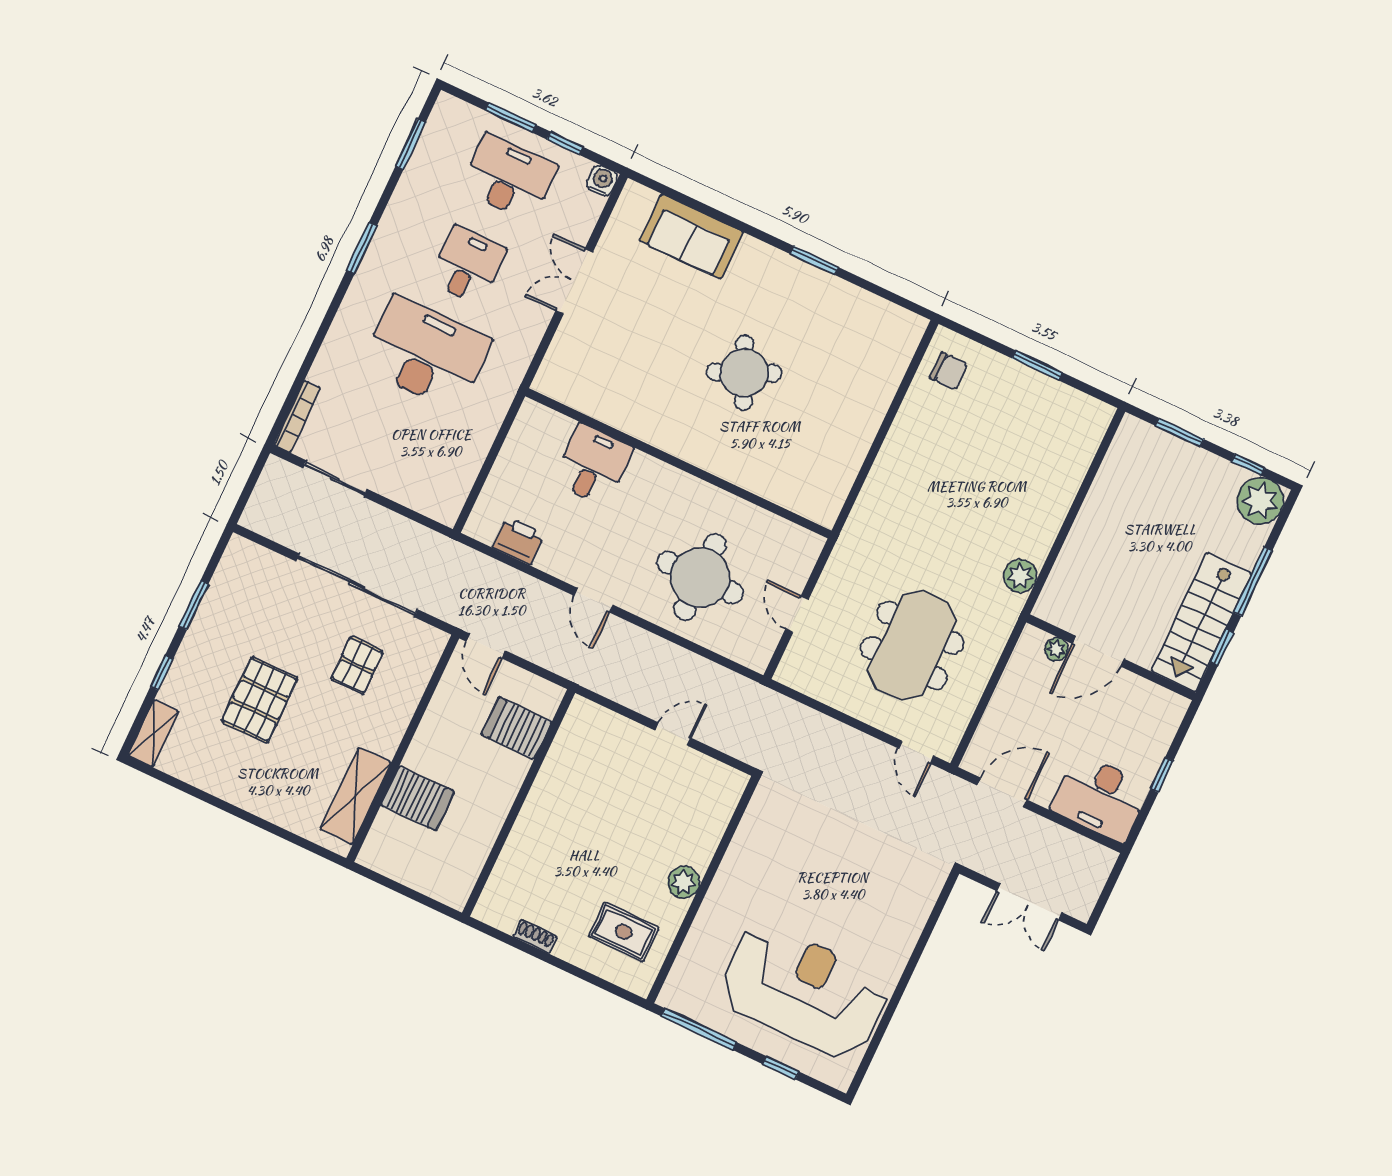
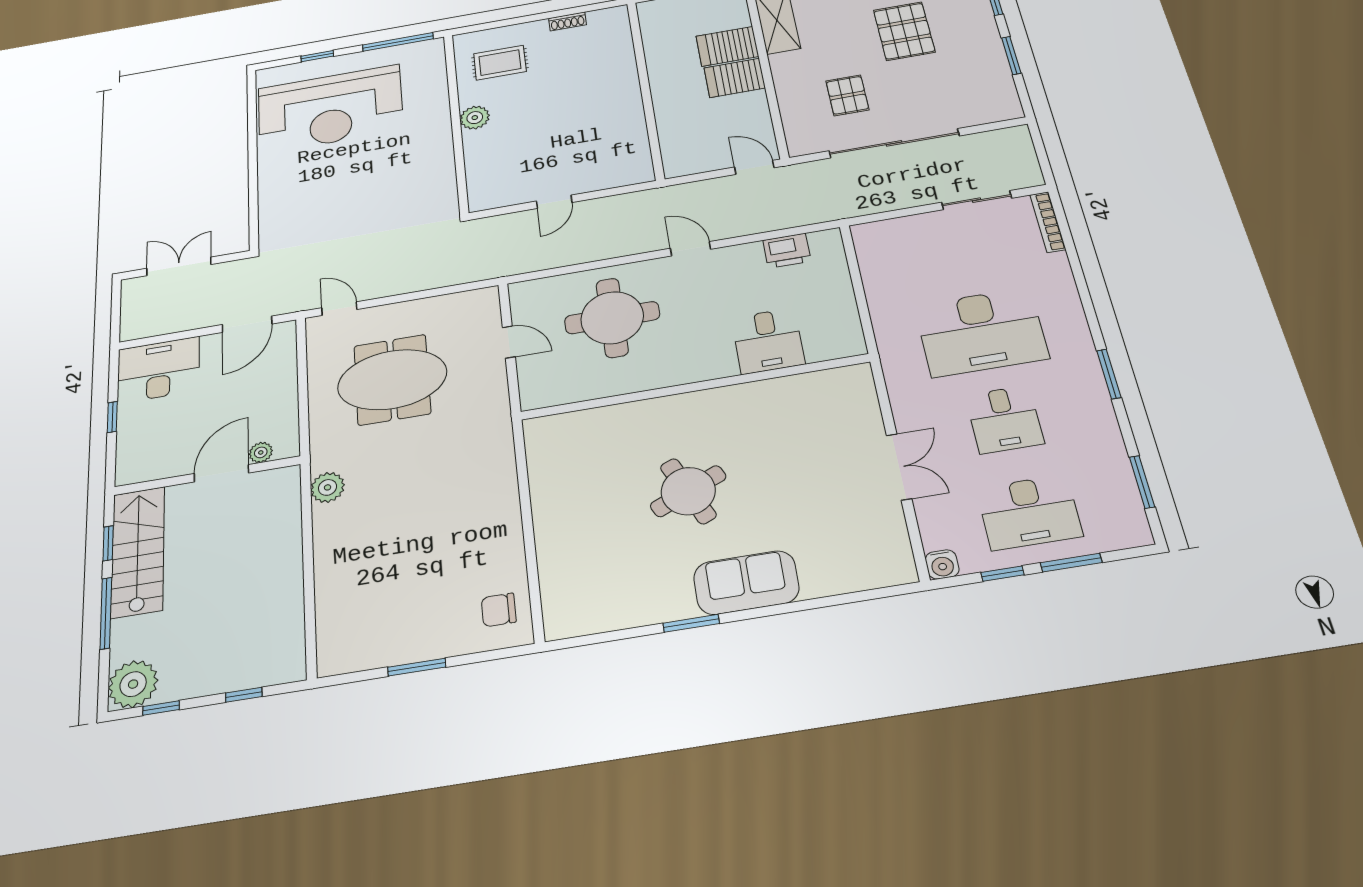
sofa: (691, 236) -> (746, 583), moved
window: (1179, 432) -> (244, 695), width x0.67
meeting table: (912, 645) -> (392, 380), turned 90
server rack: (516, 728) -> (735, 78), moved, turned 180

